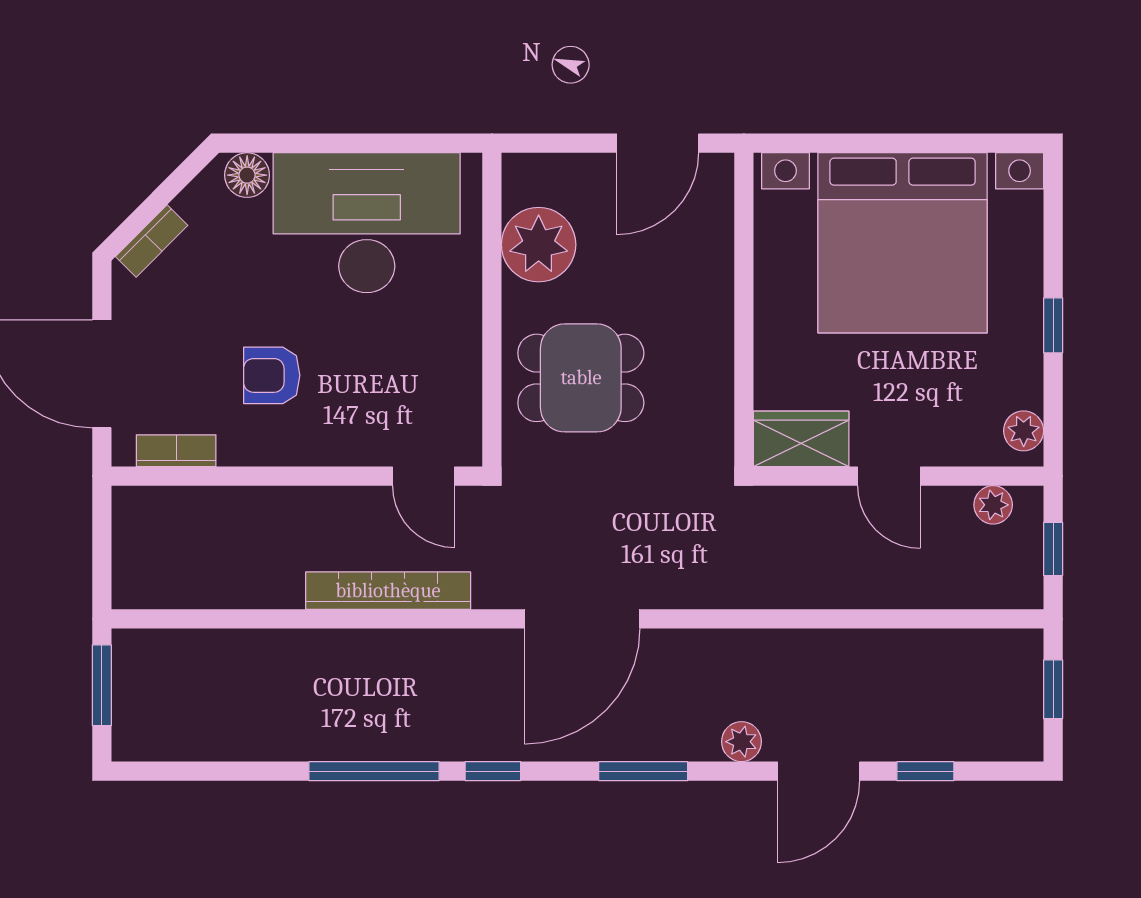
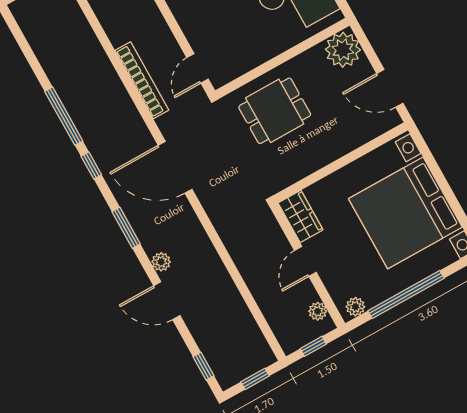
plant: (539, 245) -> (343, 50), moved
window: (1053, 325) -> (406, 295), width x3.17
dining table: (581, 378) -> (275, 111), turned 90
window: (925, 771) -> (203, 366), moved

